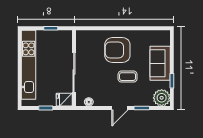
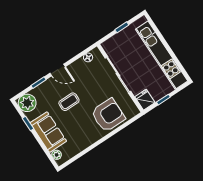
plant: (166, 41) -> (57, 155), added
armchair: (117, 50) -> (108, 115), moved
fridge: (64, 100) -> (145, 100), moved, turned -90
door: (120, 108) -> (58, 70), swing flipped

